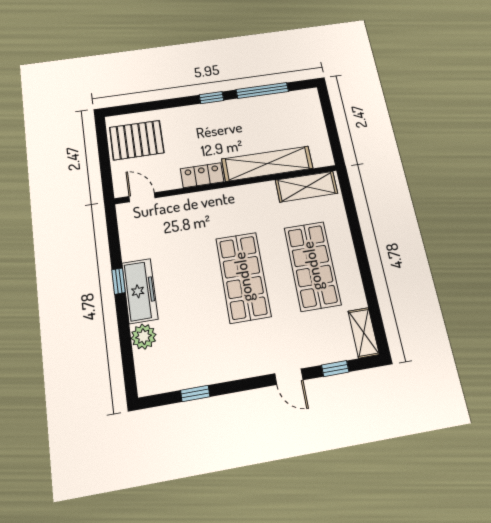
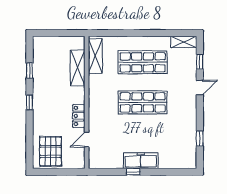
window: (262, 90) -> (29, 70), width x0.46
shelving: (267, 164) -> (78, 68), width x0.68
door: (142, 197) -> (87, 140), moved
plant: (144, 337) -> (166, 162), removed

